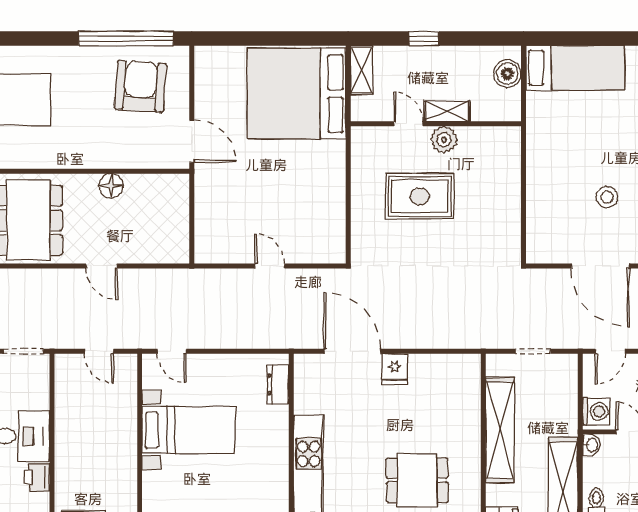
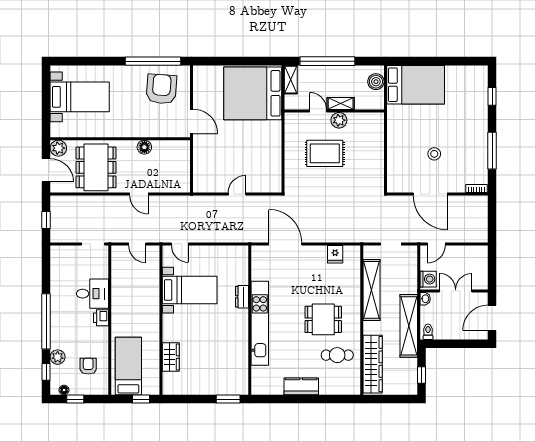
window: (424, 39) -> (327, 61), width x3.17
bed: (575, 68) -> (416, 85), width x1.50
door: (270, 266) -> (237, 194), hinge flipped
fridge: (395, 369) -> (335, 254), moved
dresser: (278, 384) -> (242, 297), moved

